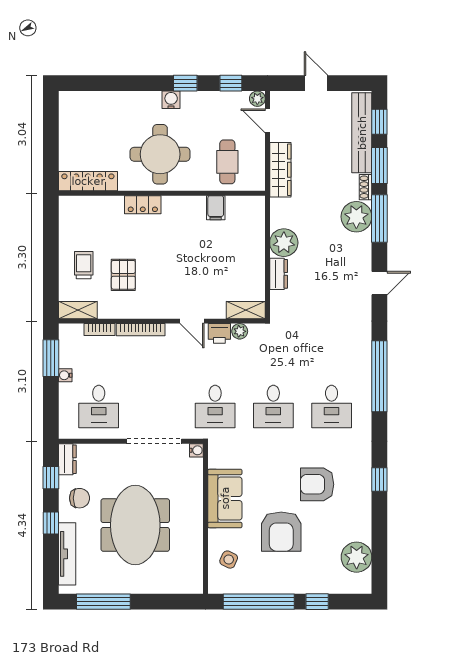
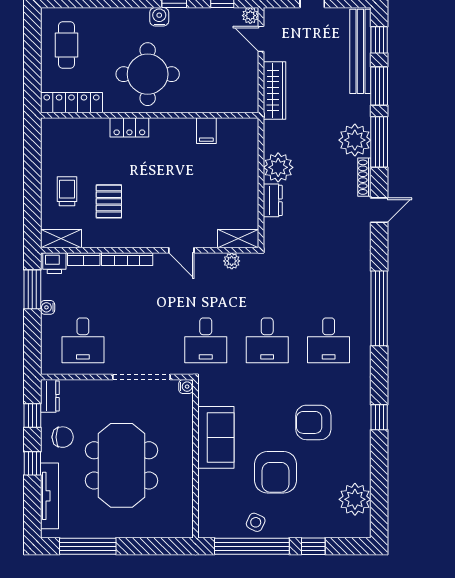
cafe table: (227, 162) -> (66, 45), moved
shoe rack: (366, 187) -> (364, 177), moved, width x1.43
printer: (219, 333) -> (54, 263), moved
side table: (229, 560) -> (256, 522), moved

